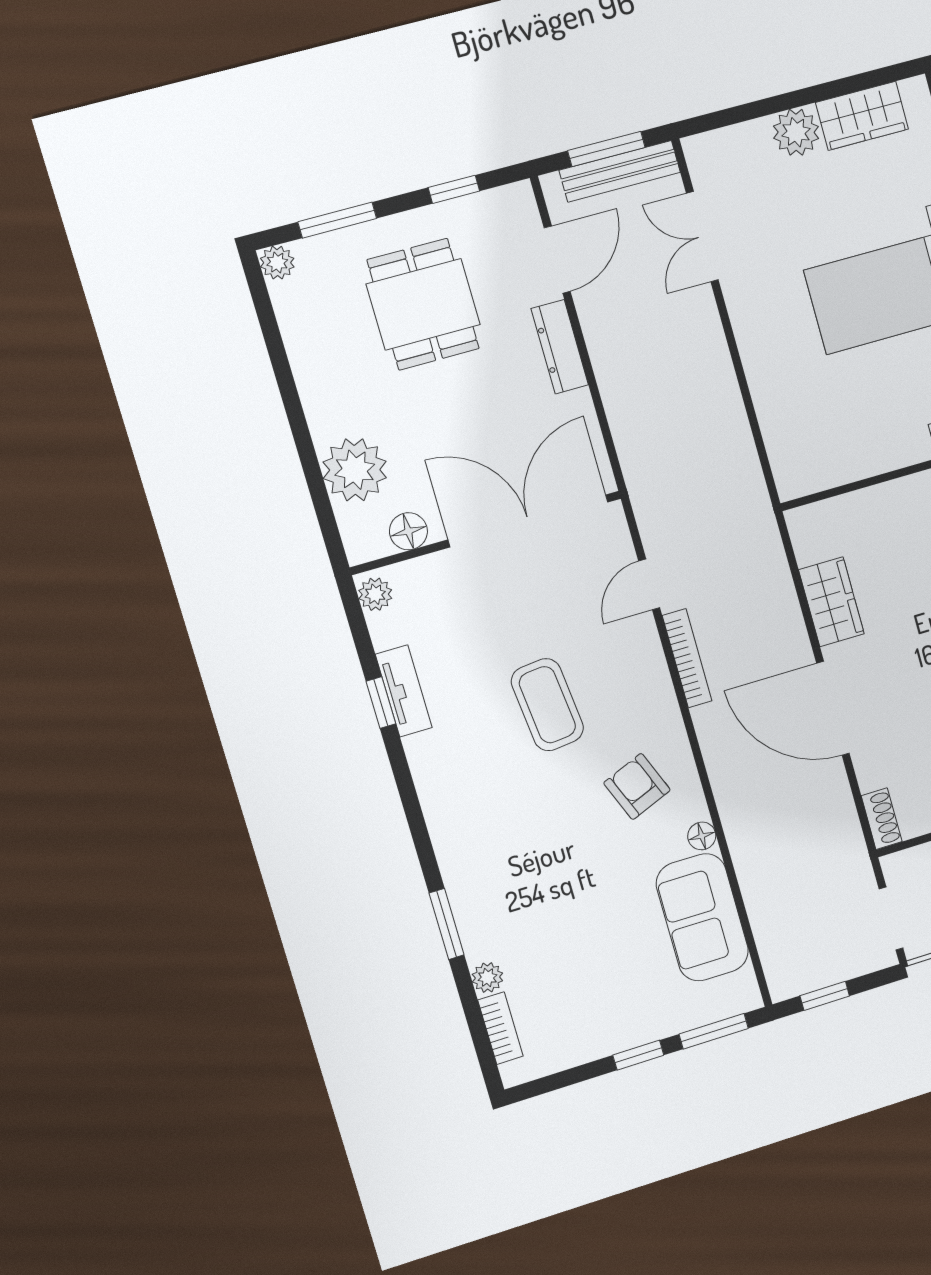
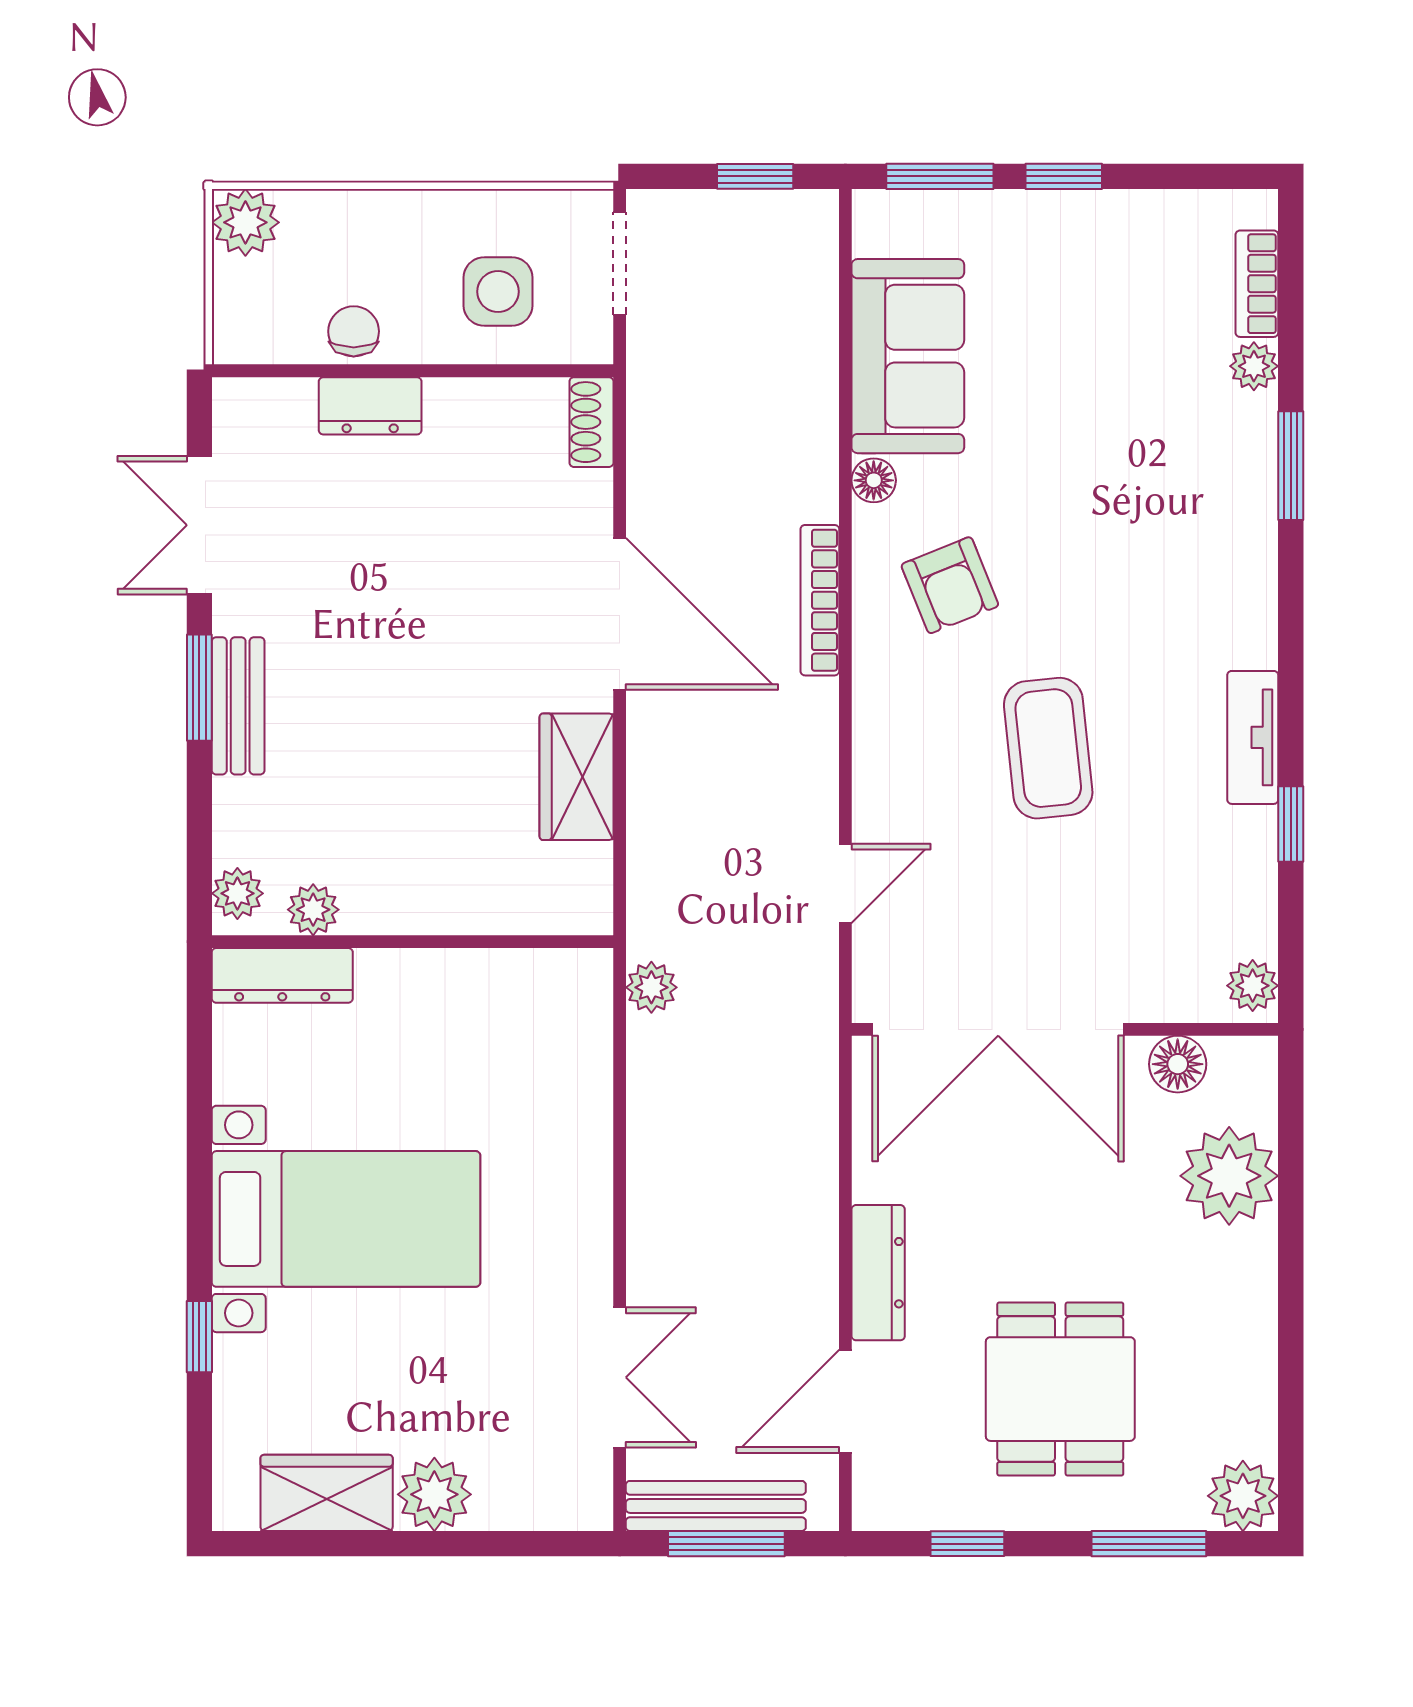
plant: (277, 263) -> (1243, 1496), width x1.38, depth x1.38
plant: (750, 486) -> (651, 987), added
bookcase: (687, 658) -> (820, 600), moved
tv unit: (404, 691) -> (1253, 737), moved

